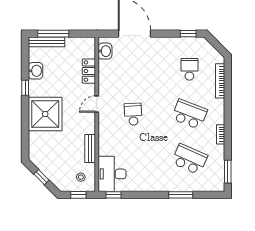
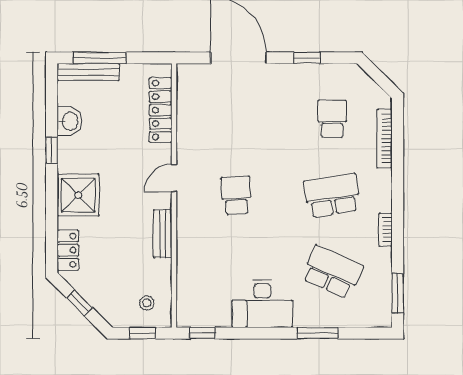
window: (188, 34) -> (307, 58), moved
washbasin: (105, 51) -> (188, 88), removed
locker: (89, 71) -> (161, 110), width x1.53
shower: (45, 114) -> (78, 195), width x0.73, depth x0.73
school desk: (189, 114) -> (332, 195), turned -30
locker: (35, 146) -> (68, 250), added
bench: (90, 149) -> (163, 234), moved
desk: (112, 174) -> (262, 304), moved, turned -90

